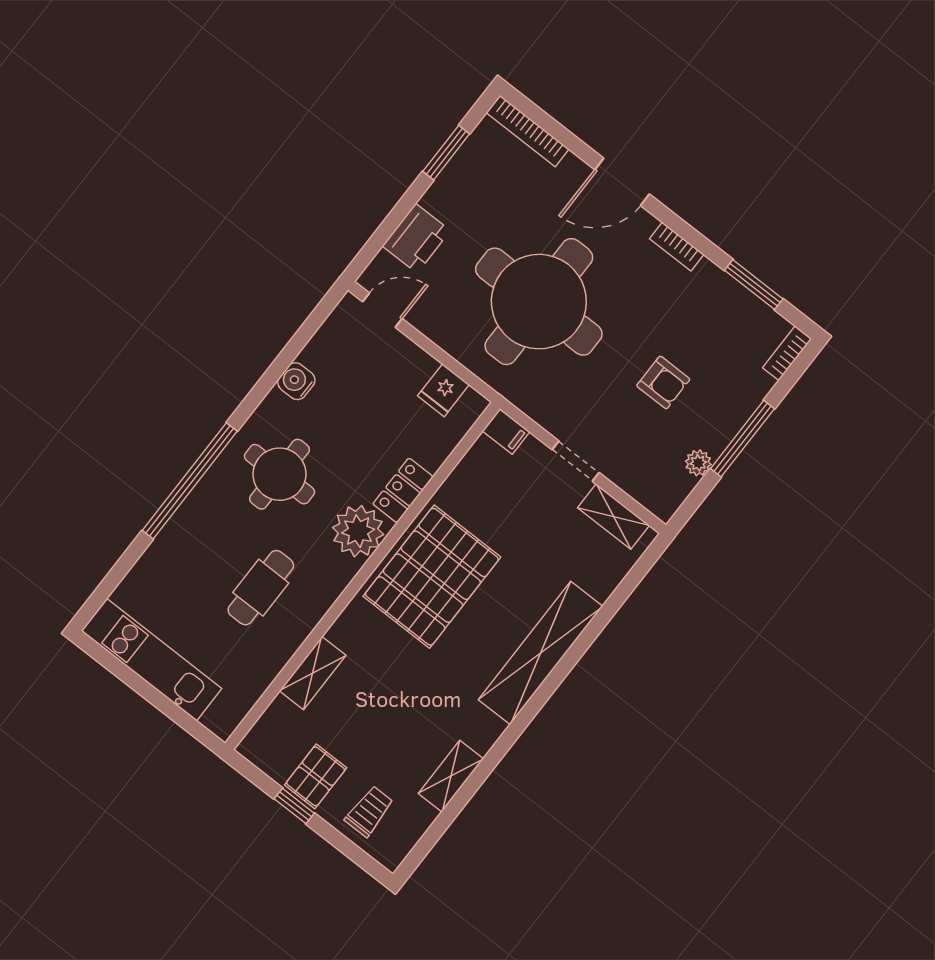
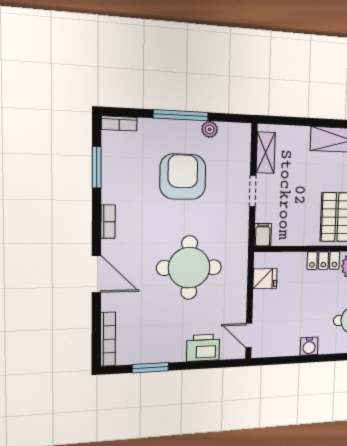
round table: (539, 302) -> (189, 268), width x0.73, depth x0.73
armchair: (663, 382) -> (183, 177), width x1.88, depth x1.88

